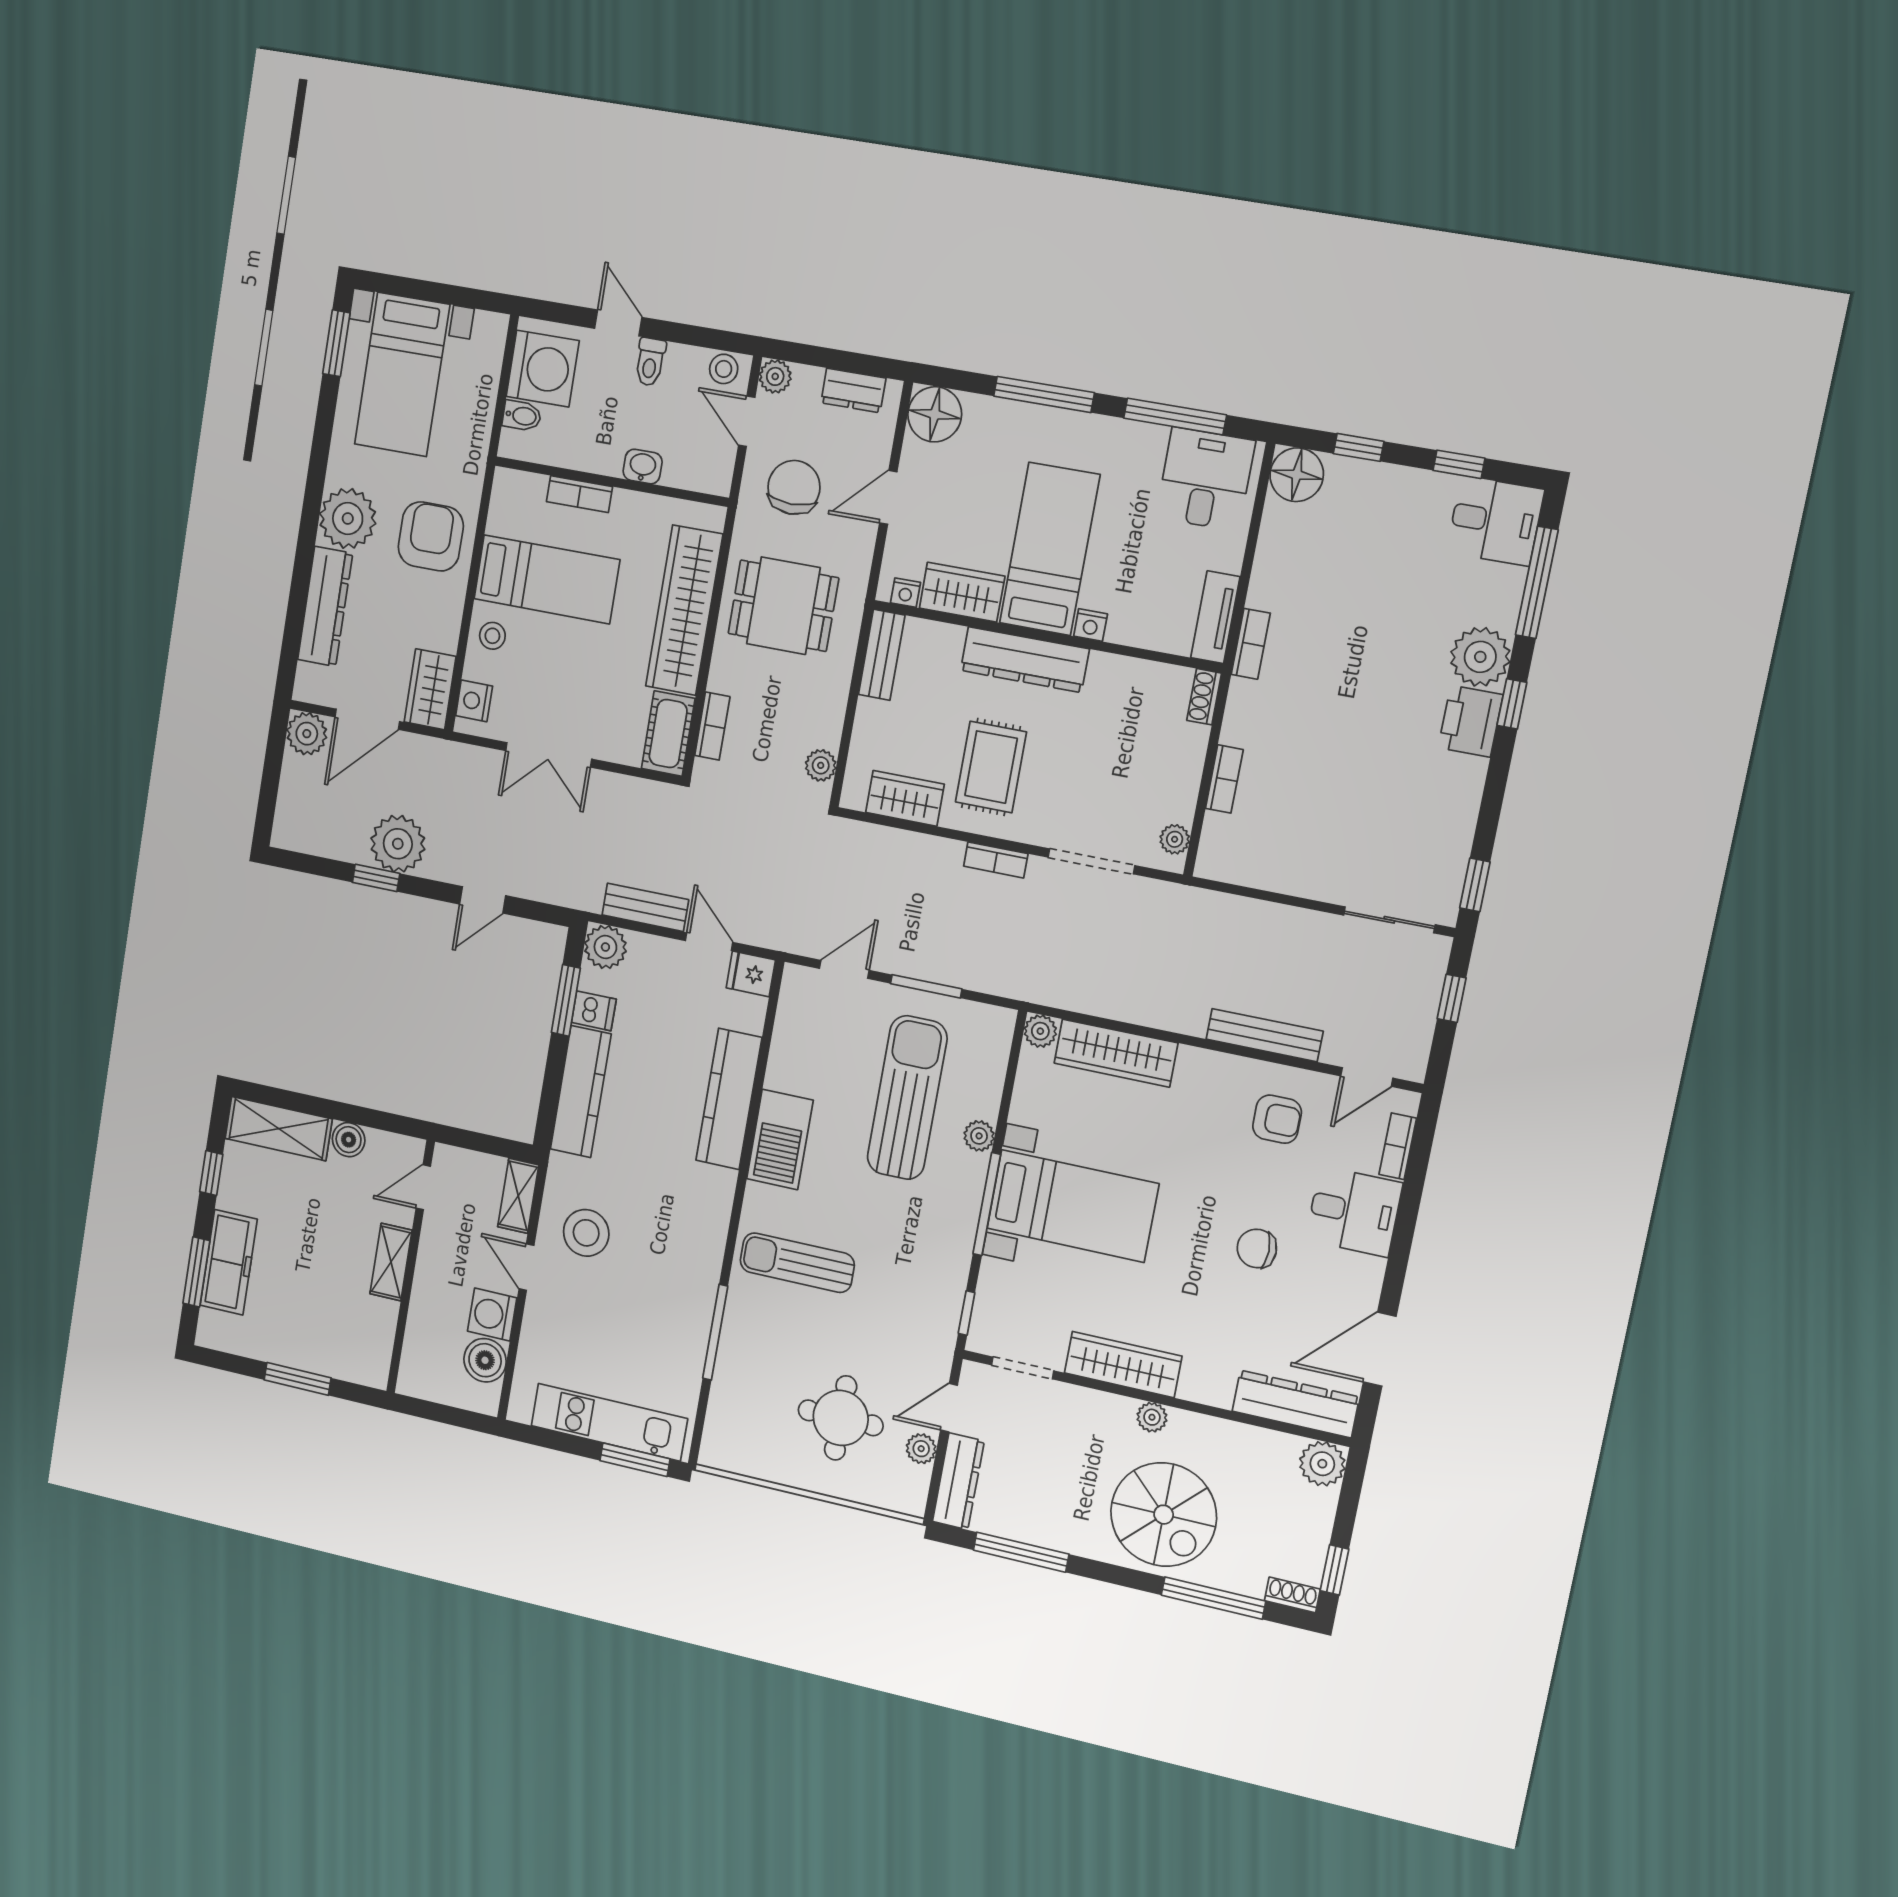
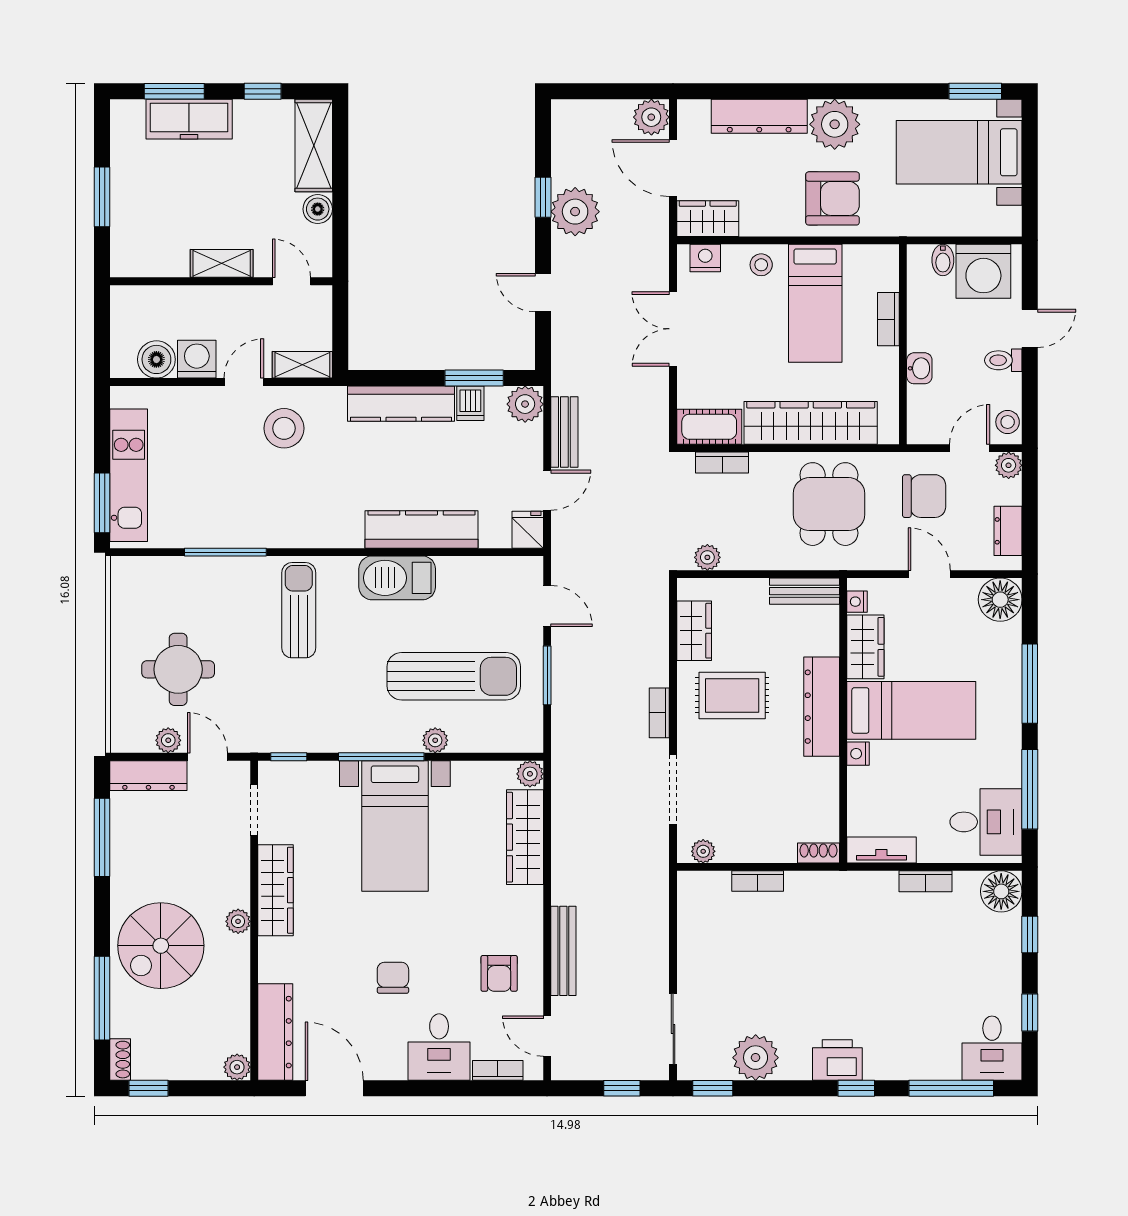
bookcase: (1251, 644) -> (925, 881), moved
plant: (1480, 657) -> (756, 1058), moved
plant: (1322, 1464) -> (237, 1067), width x0.73, depth x0.73

